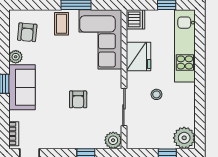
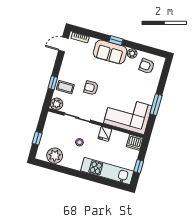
coffee table: (61, 24) -> (65, 87), moved
fridge: (138, 57) -> (105, 134), width x0.53, depth x0.75
plant: (184, 138) -> (55, 156), moved

